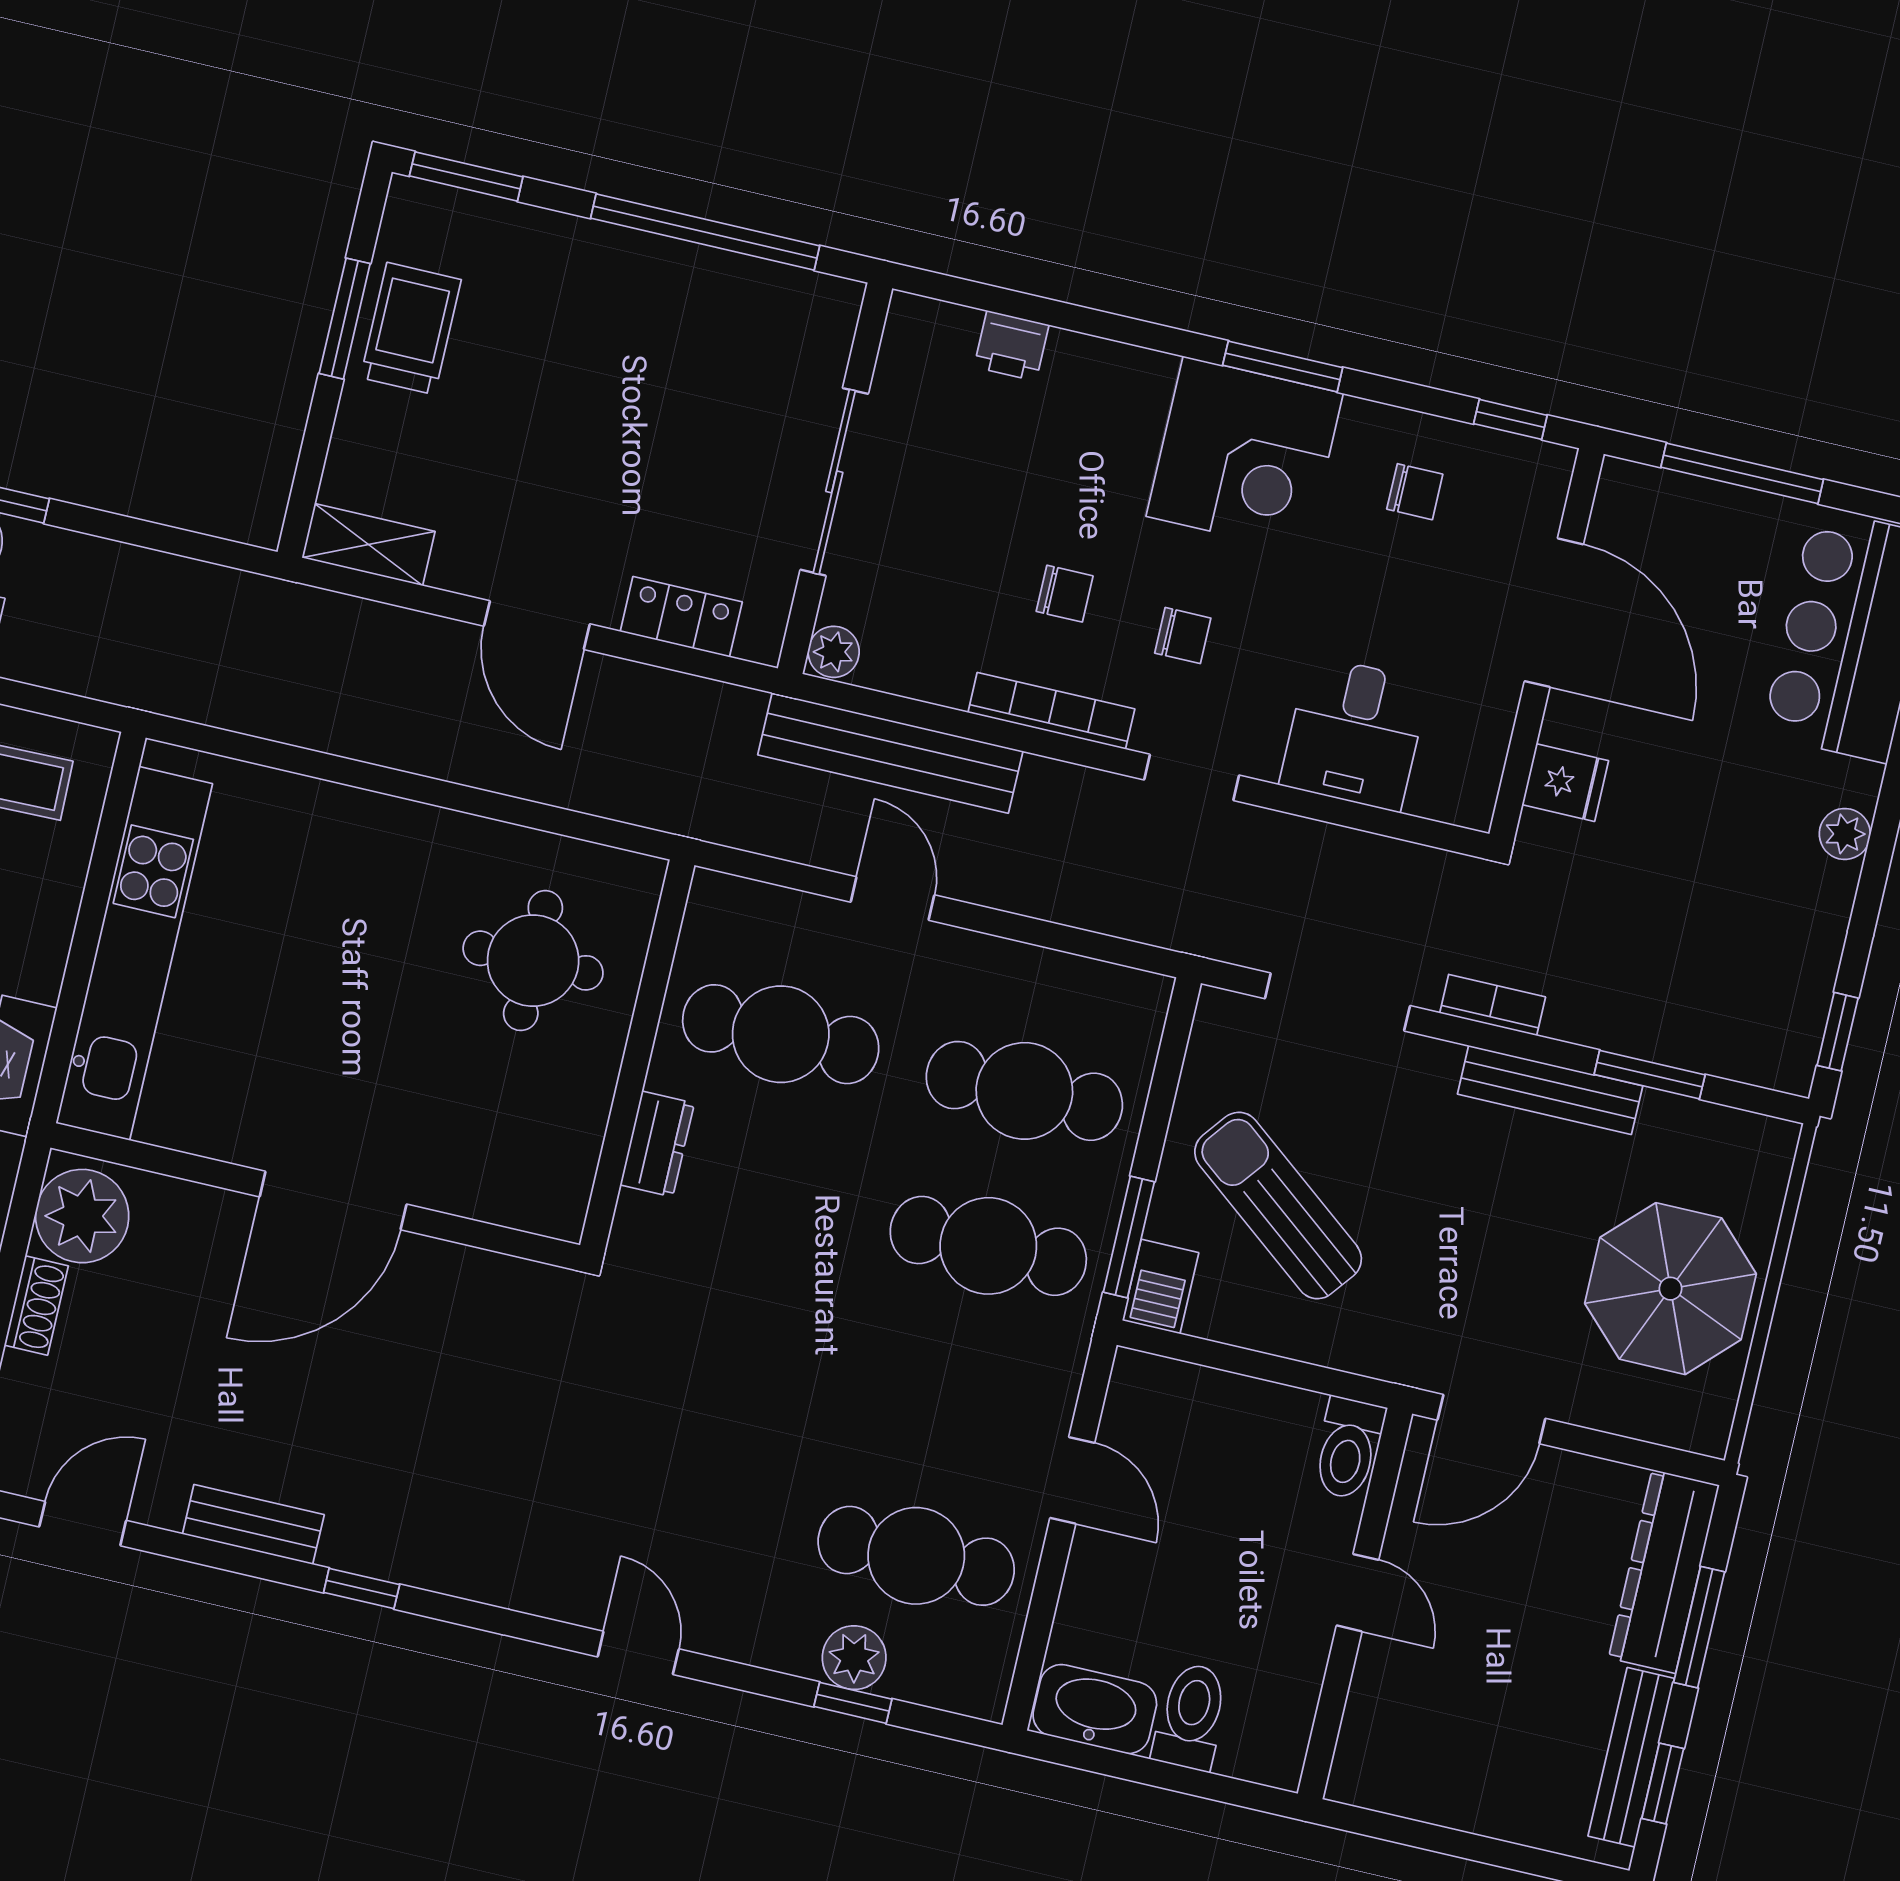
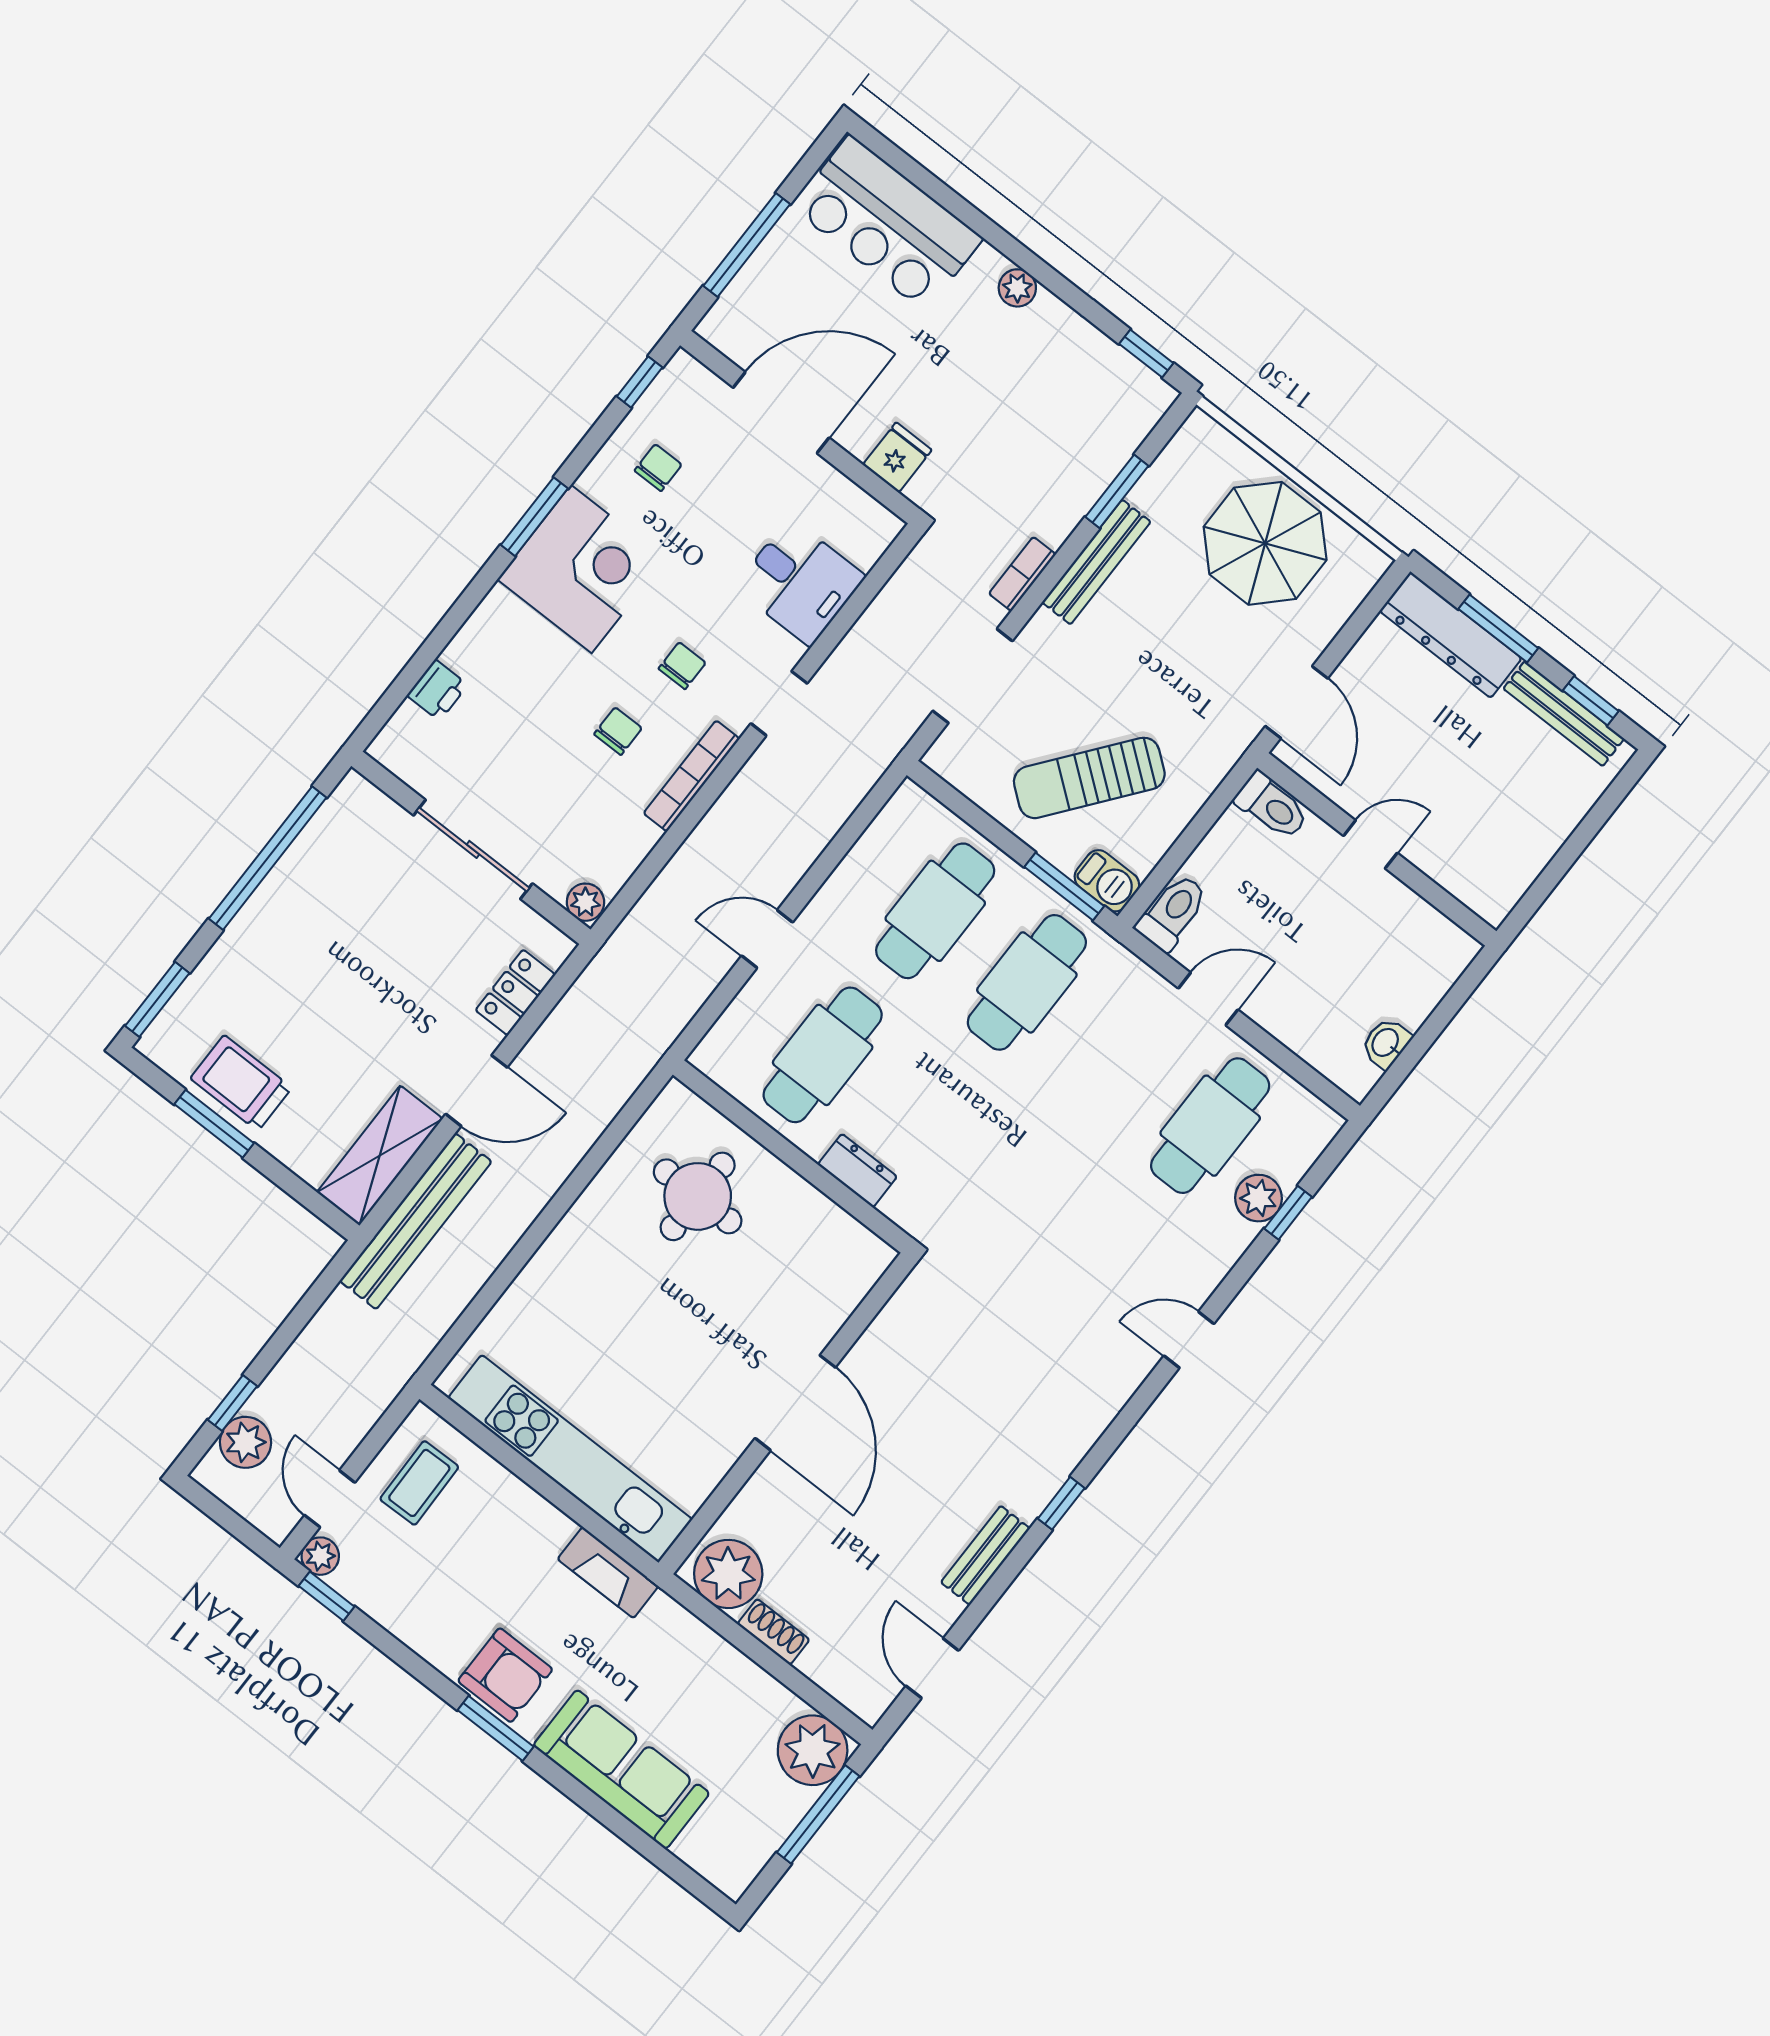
shelving: (368, 545) -> (380, 1155), width x1.50, depth x1.33
bench: (890, 753) -> (416, 1221), moved
washbasin: (1095, 1709) -> (1386, 1043), width x0.52, depth x0.69
toilet: (1191, 1717) -> (1173, 912), moved, turned 90

